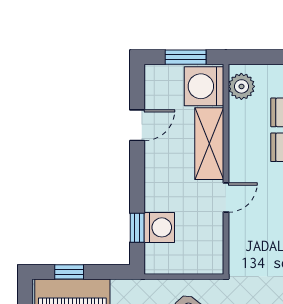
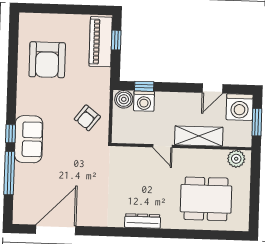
washing machine: (204, 86) -> (240, 107), moved, turned 180
door: (137, 125) -> (213, 88), hinge flipped
boiler: (158, 258) -> (124, 99), added

